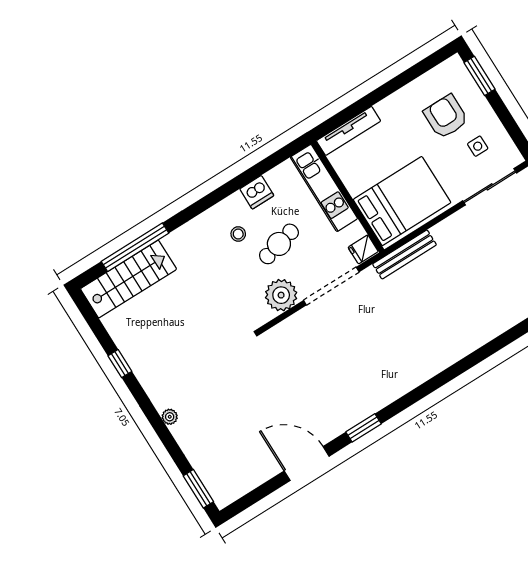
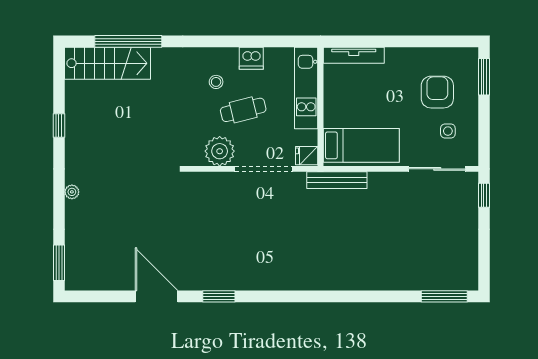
bed: (402, 201) -> (361, 145), width x0.67

